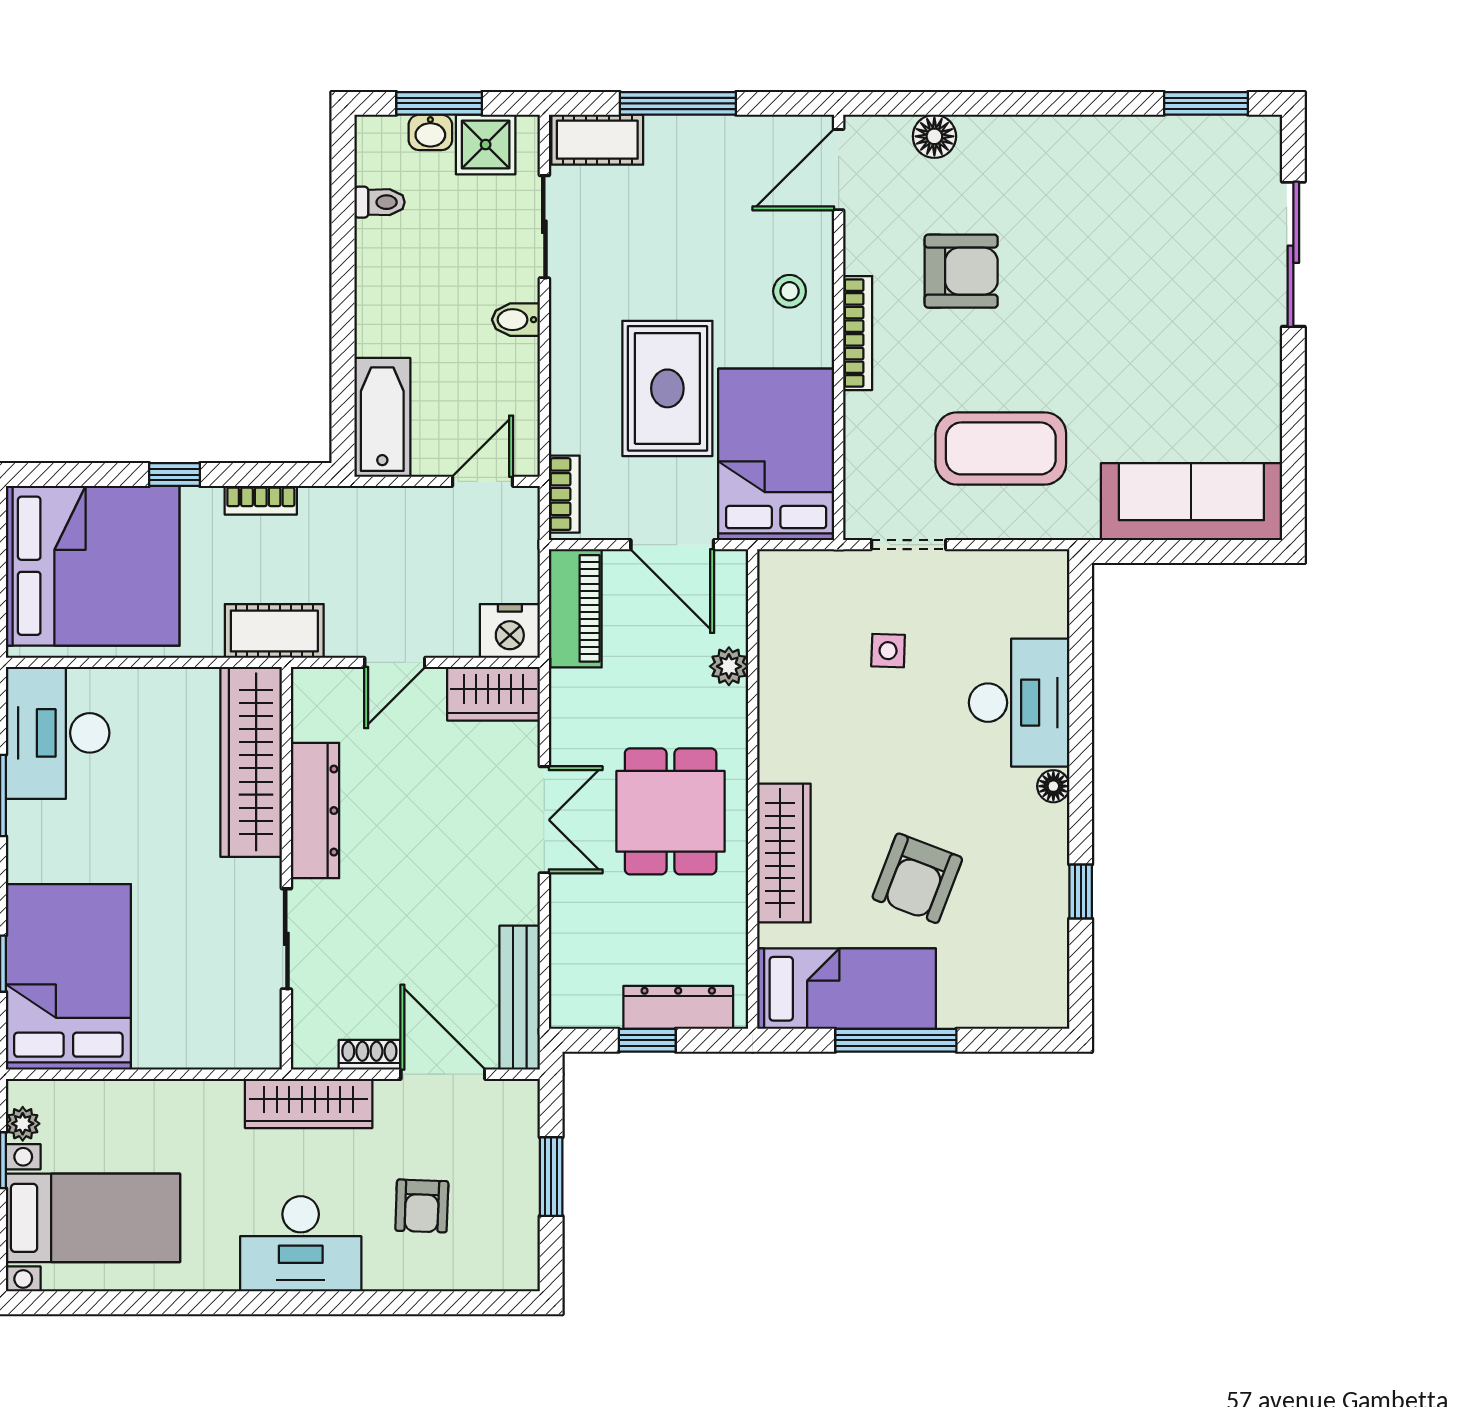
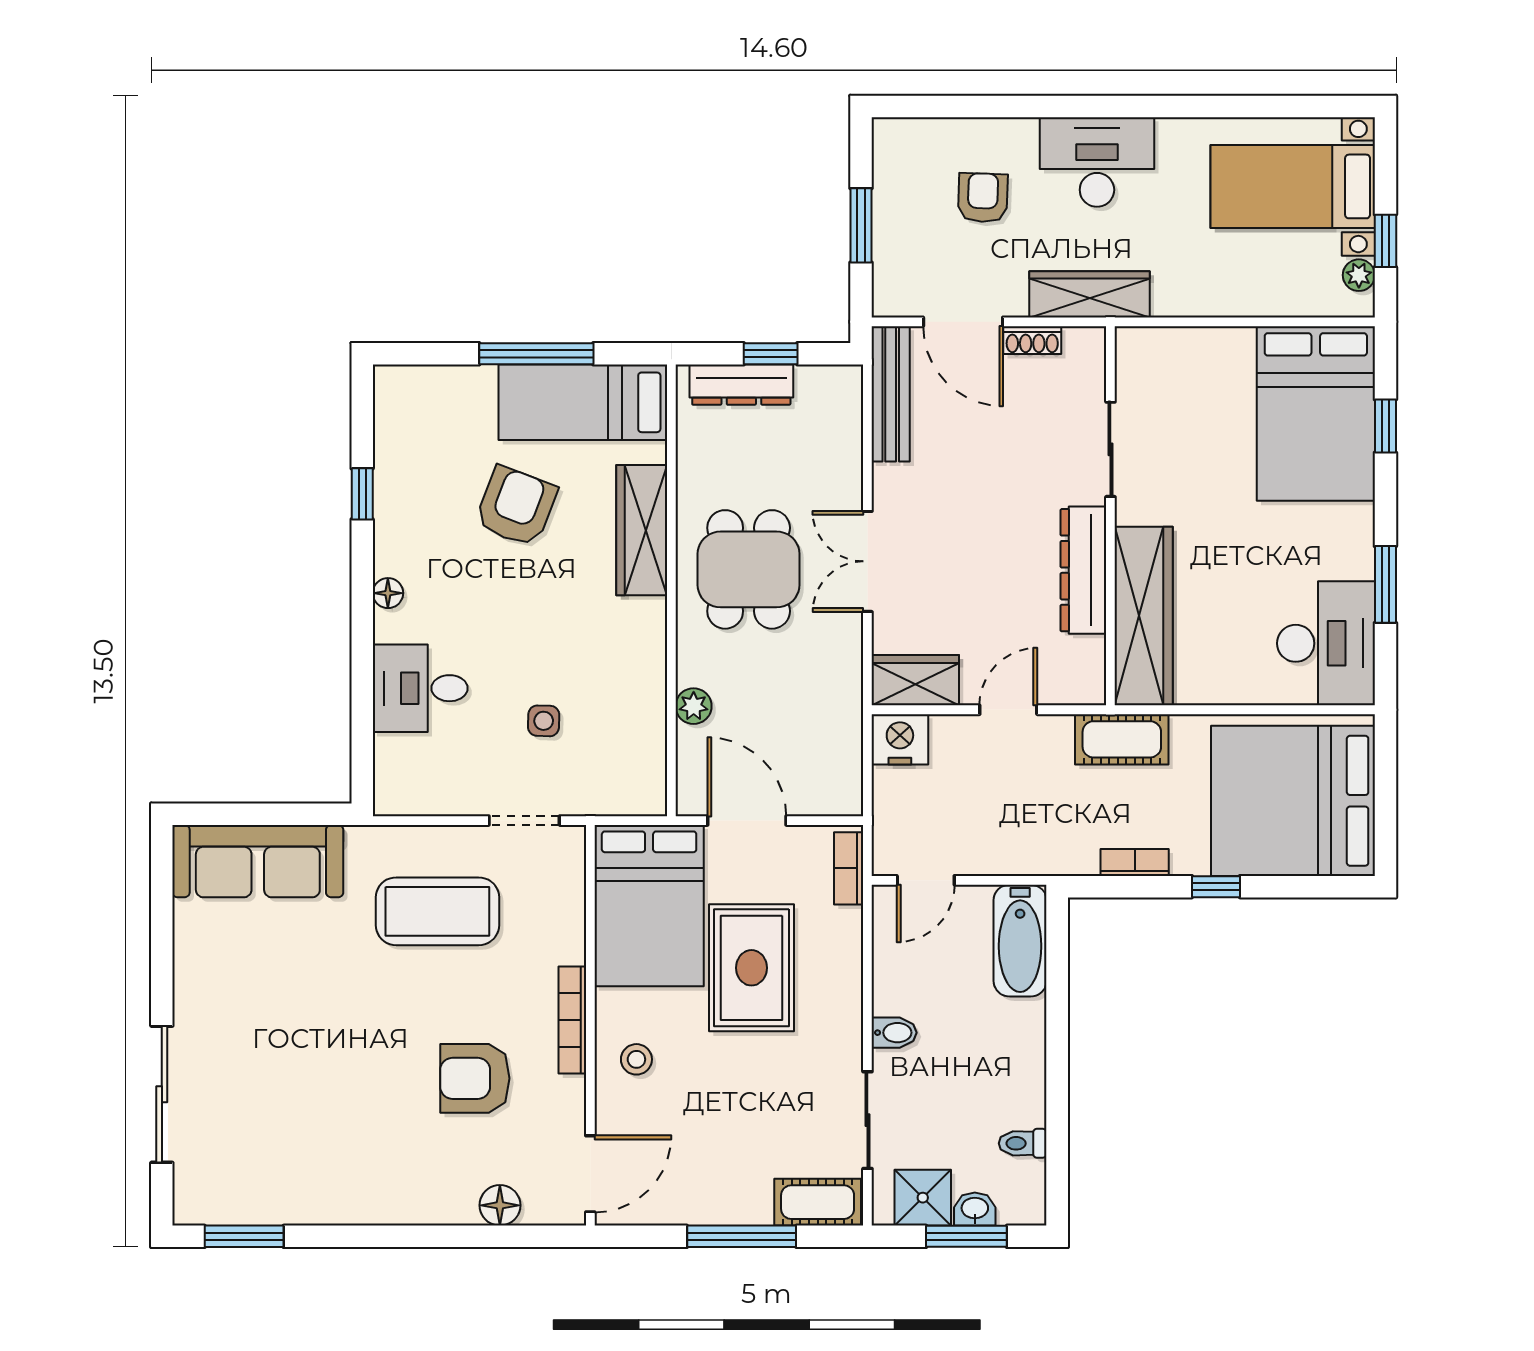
piano: (575, 608) -> (838, 761), removed
desk: (1019, 703) -> (420, 688), width x0.73

